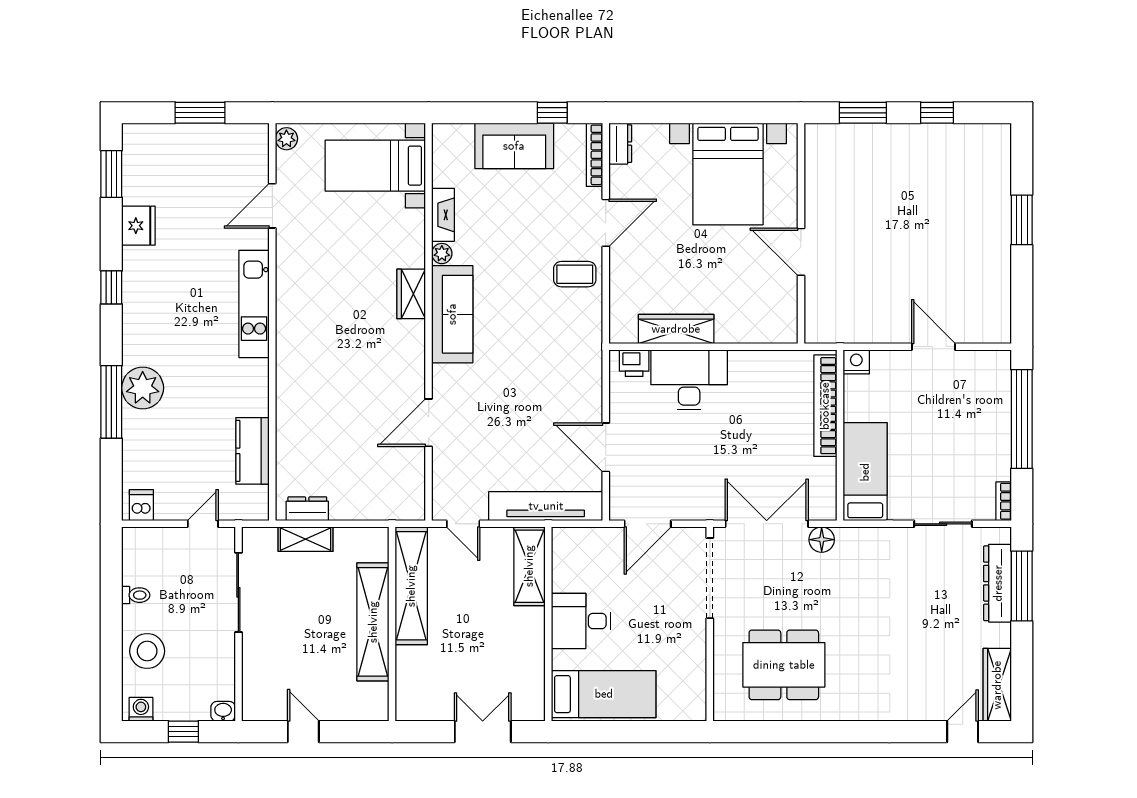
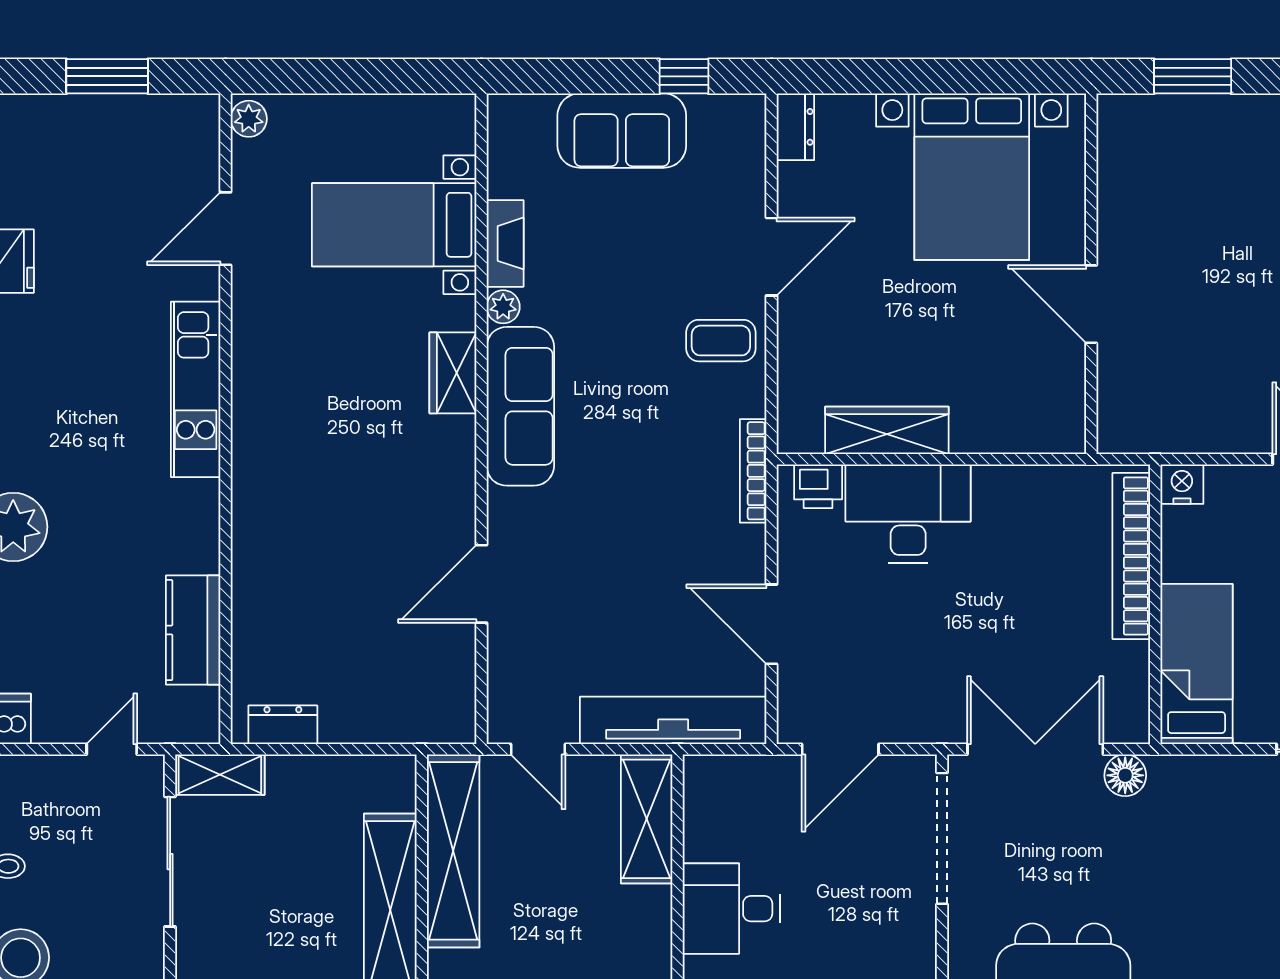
bookcase: (594, 155) -> (753, 471), moved
bed with nightstands: (375, 166) -> (394, 225), moved
shelving: (306, 539) -> (220, 775), moved

